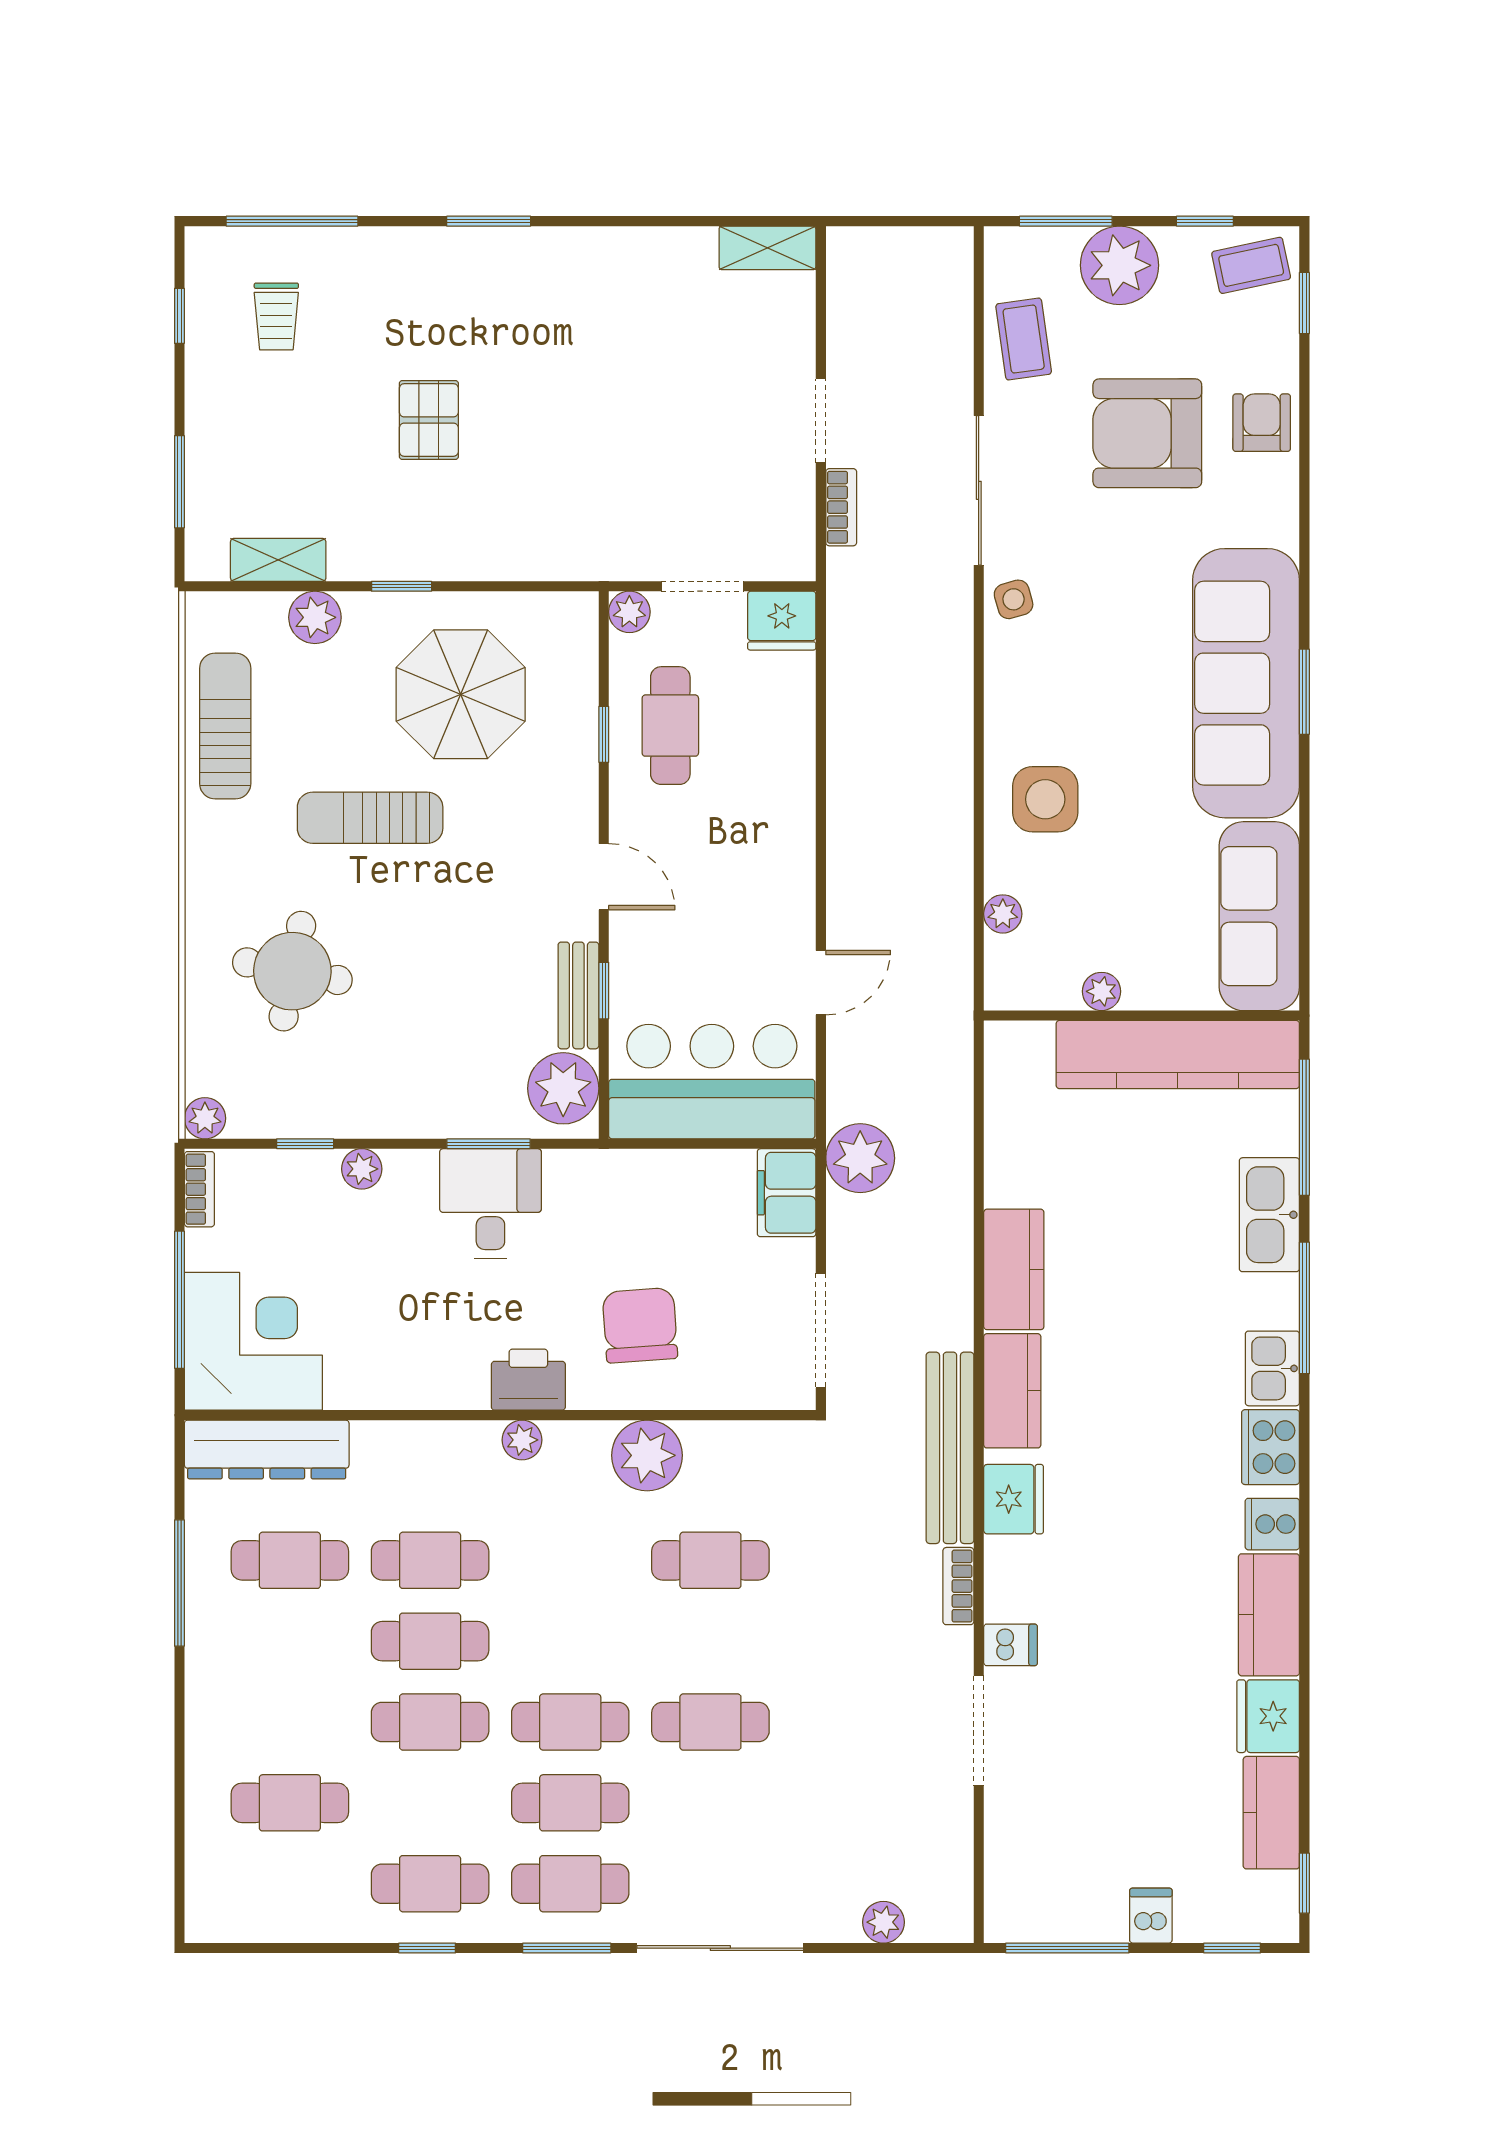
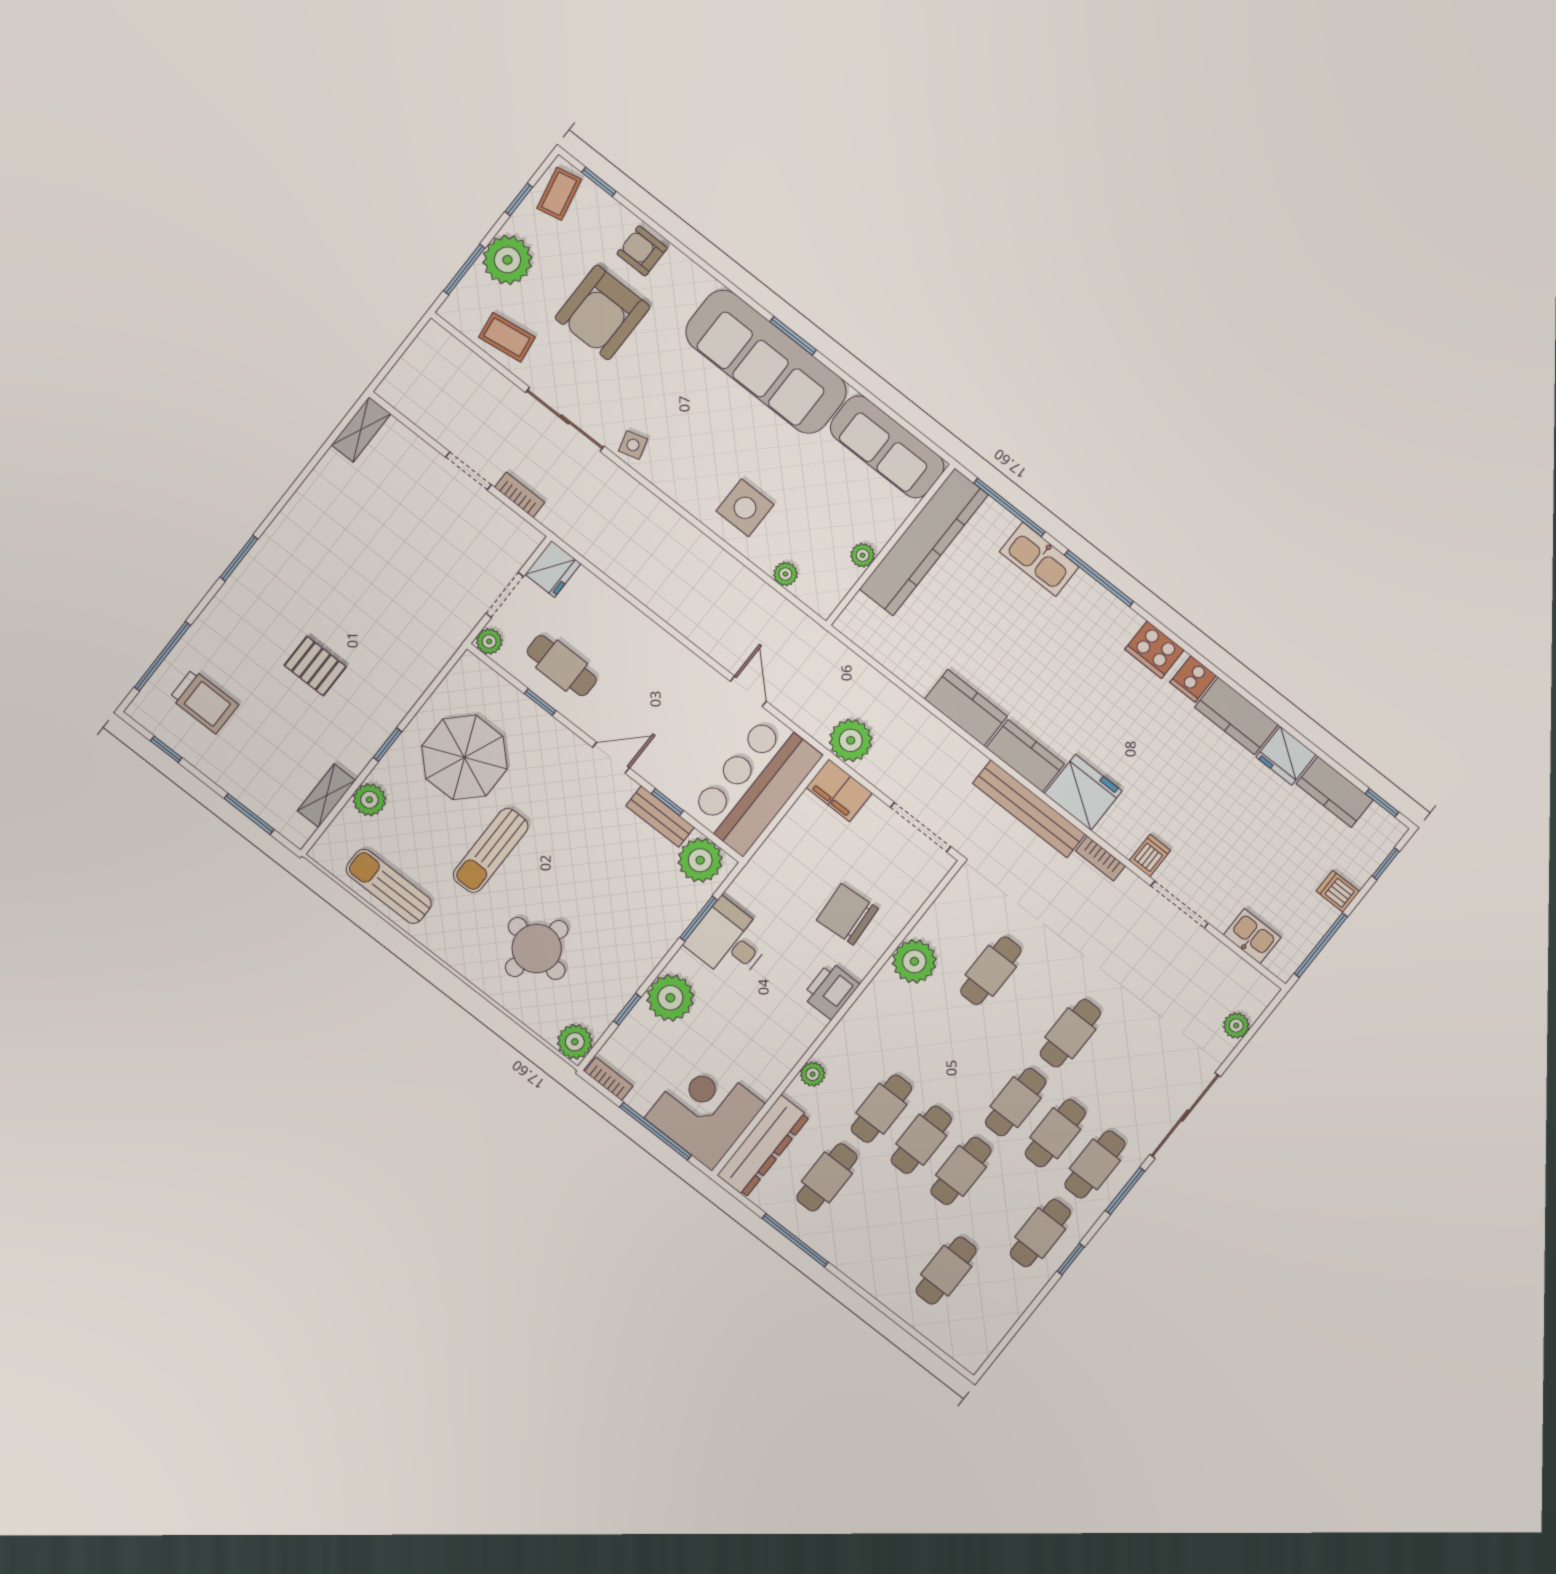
trolley: (276, 316) -> (204, 701), width x1.36, depth x1.39
plant: (205, 1118) -> (575, 1042), width x1.38, depth x1.38
plant: (362, 1169) -> (670, 998), width x1.87, depth x1.87
kitchen sink: (1272, 1368) -> (1252, 936), moved, turned 180
plant: (522, 1440) -> (813, 1074), moved
fridge: (1014, 1499) -> (1083, 792), width x1.36, depth x1.34

